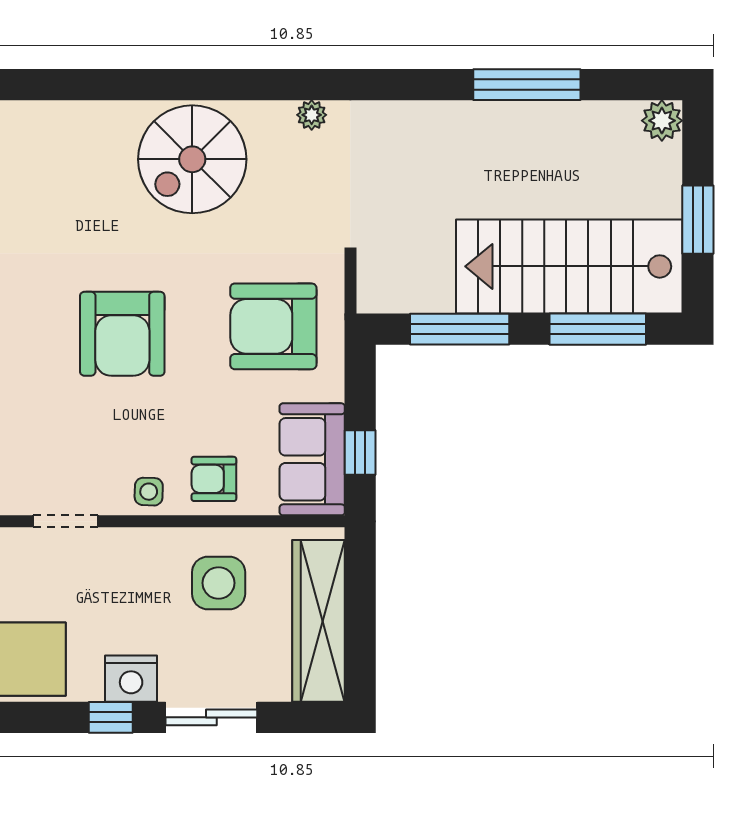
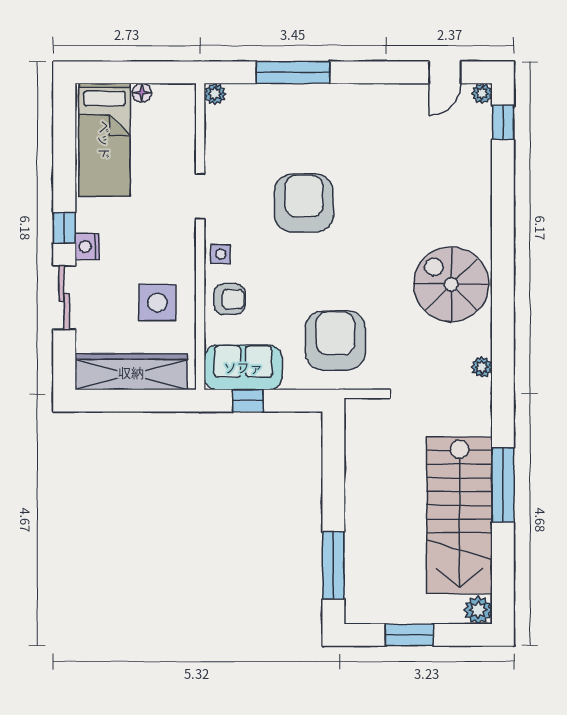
window: (527, 85) -> (503, 485), moved
stairs: (569, 266) -> (459, 515), moved, turned 180
window: (460, 329) -> (333, 470), removed
armchair: (122, 334) -> (304, 203), moved, turned 90
armchair: (214, 479) -> (230, 299), turned 90
nightstand: (131, 679) -> (87, 247), width x0.74, depth x0.75

